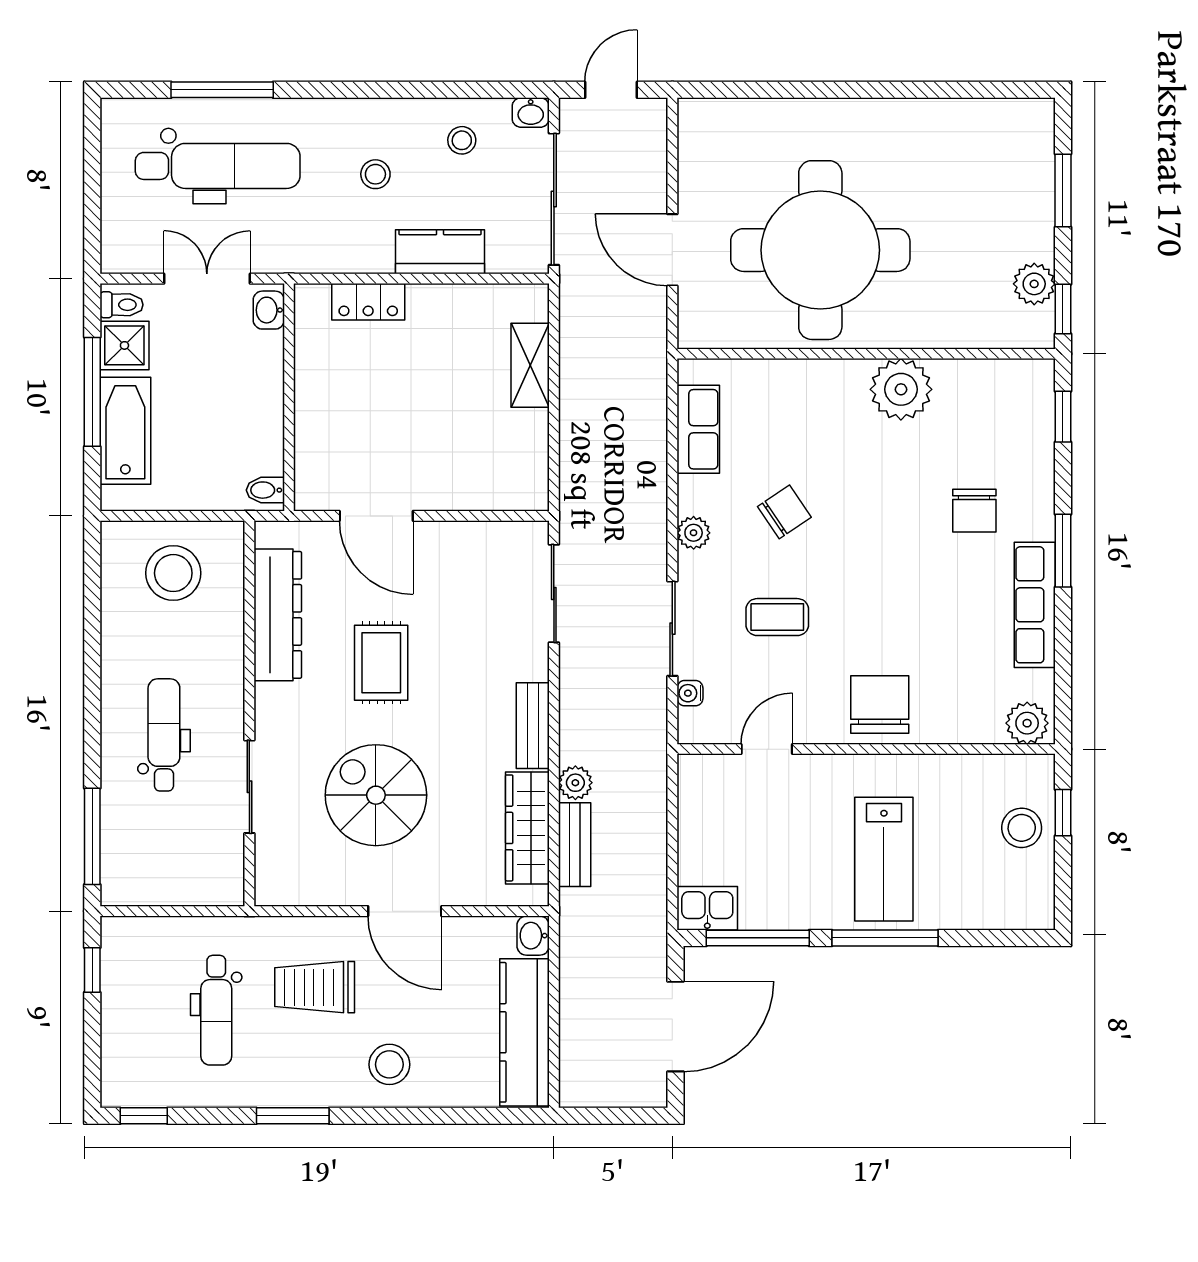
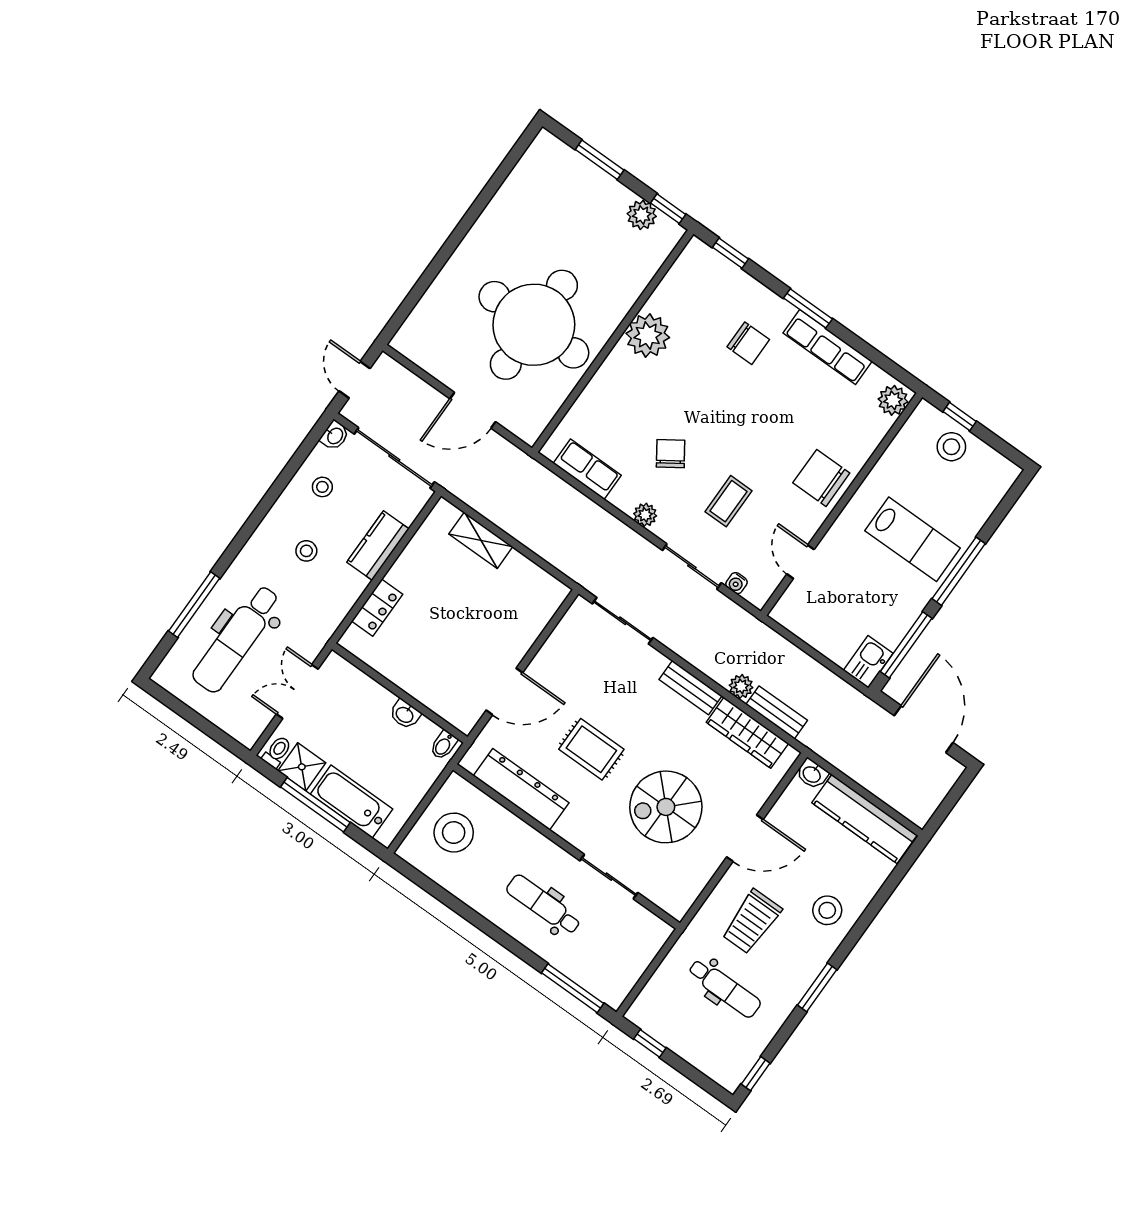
dental chair: (218, 166) -> (236, 639), turned 180
washbasin: (269, 310) -> (405, 714), moved

